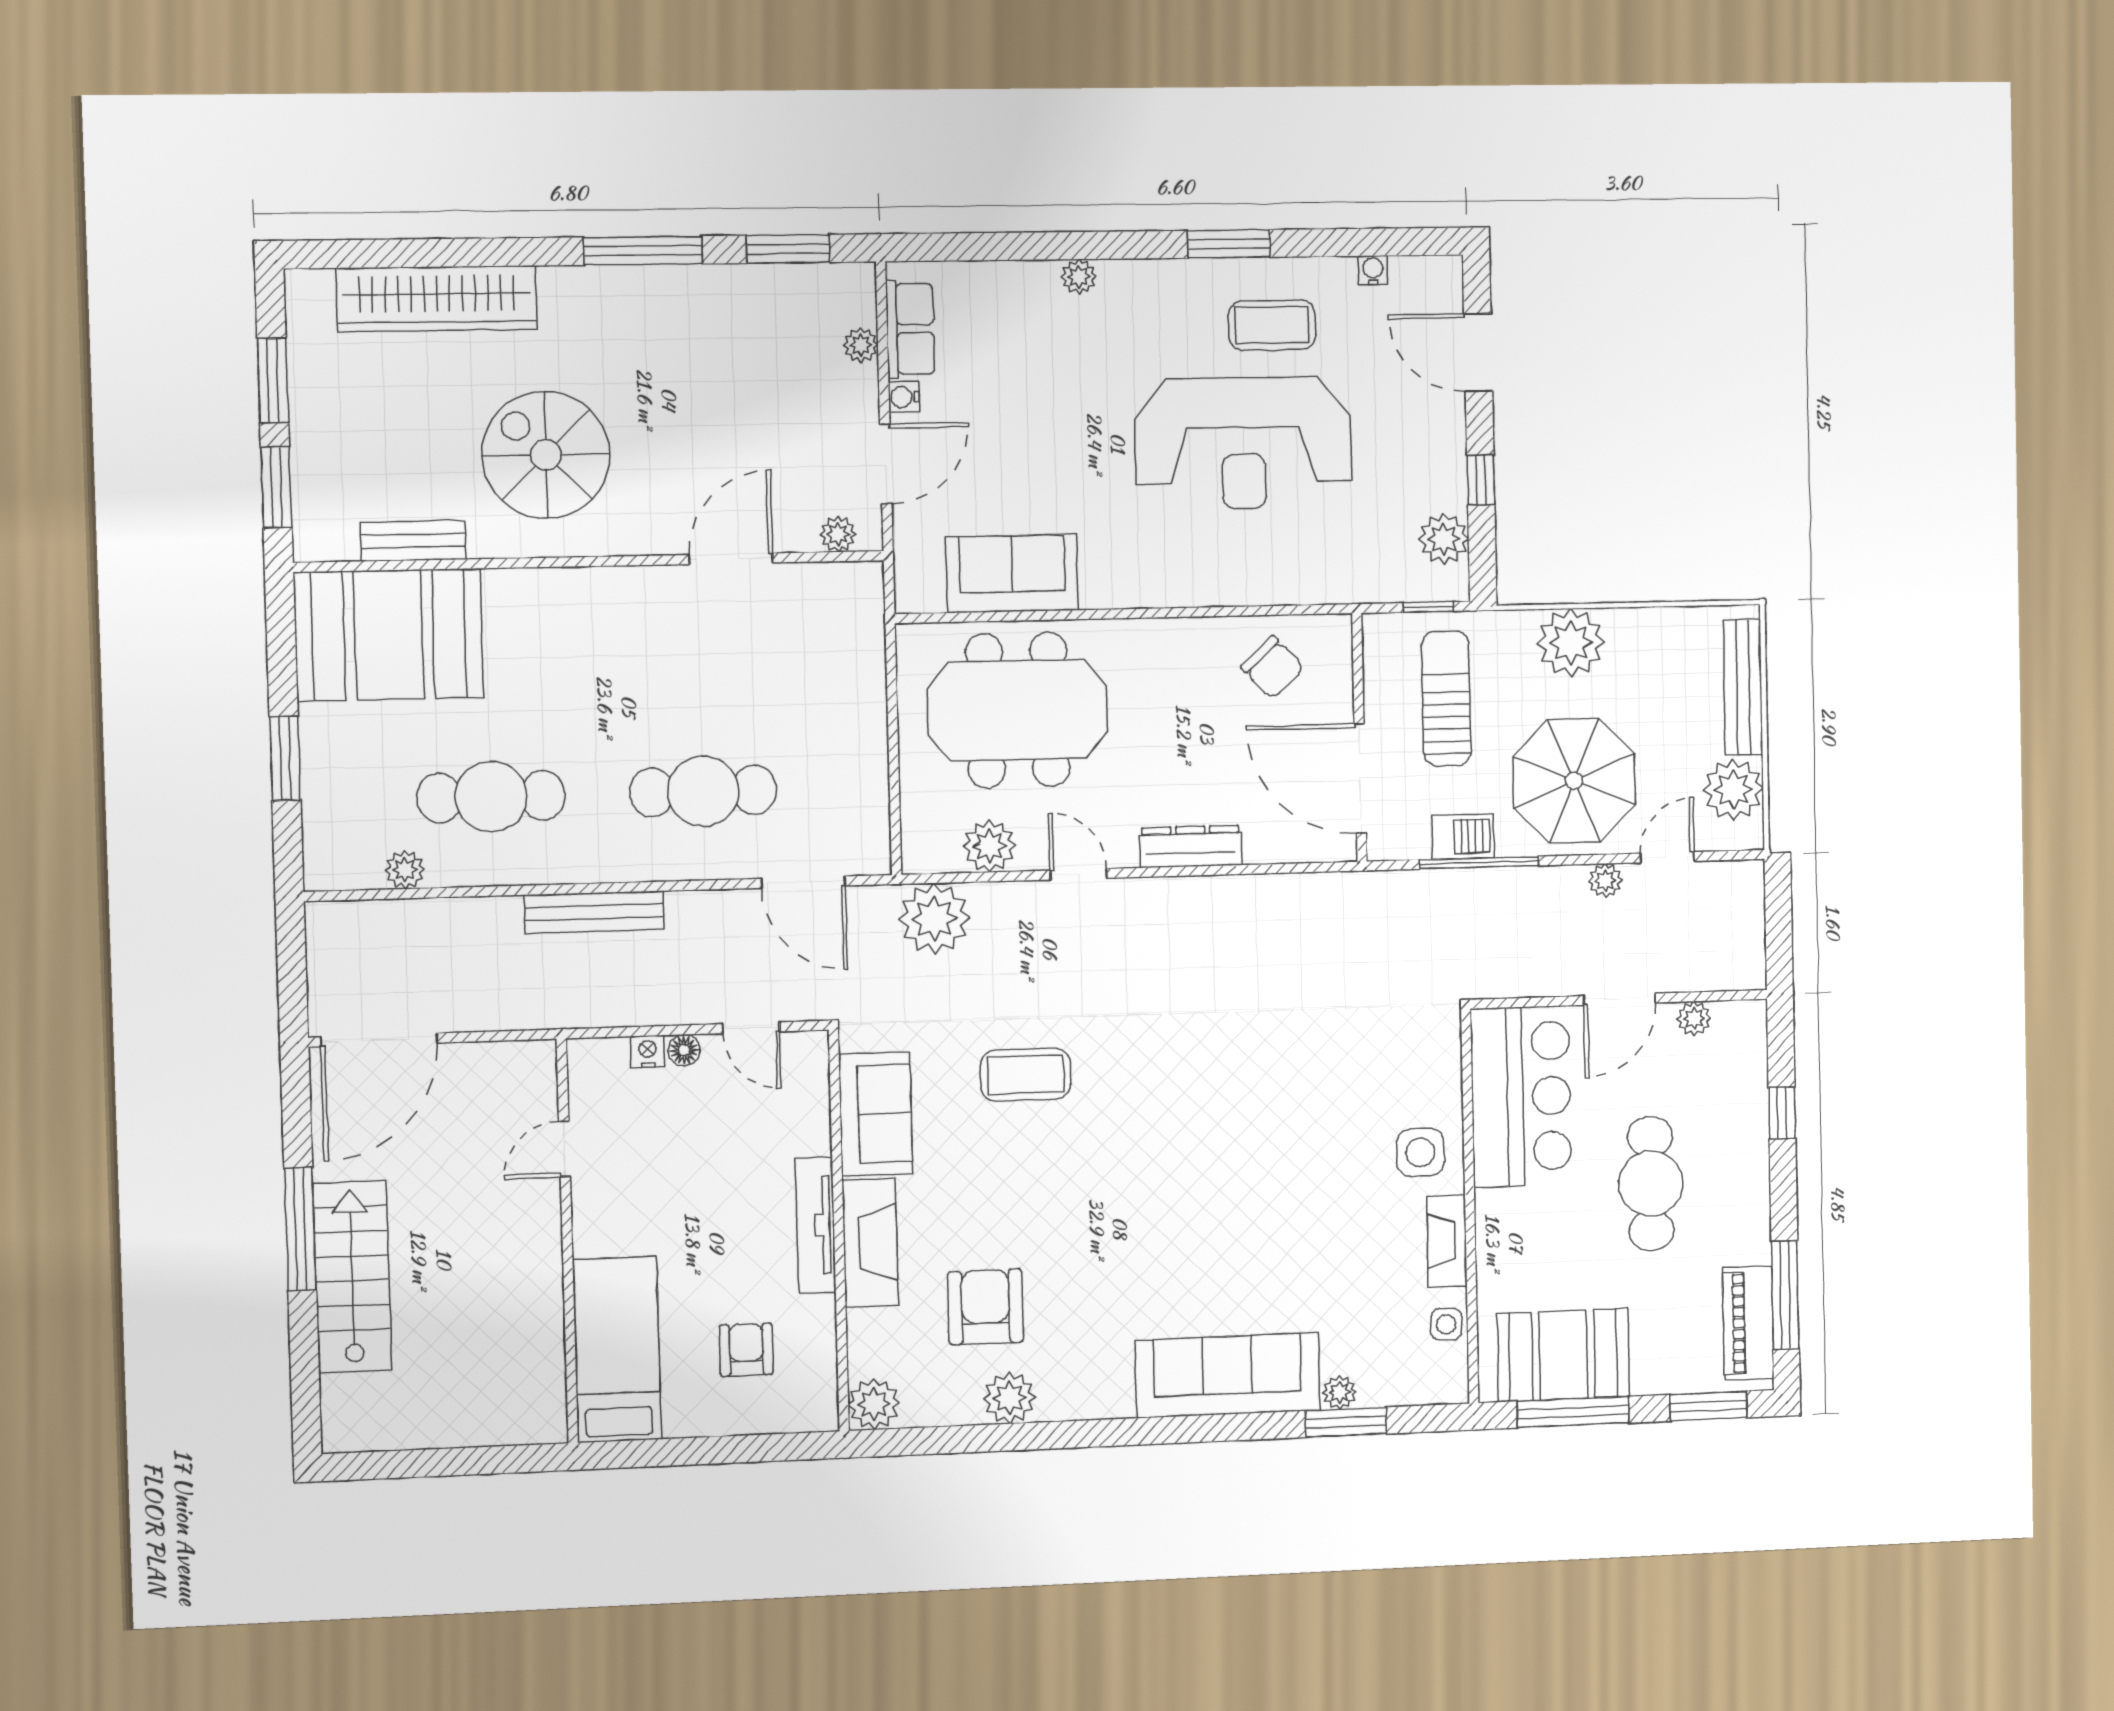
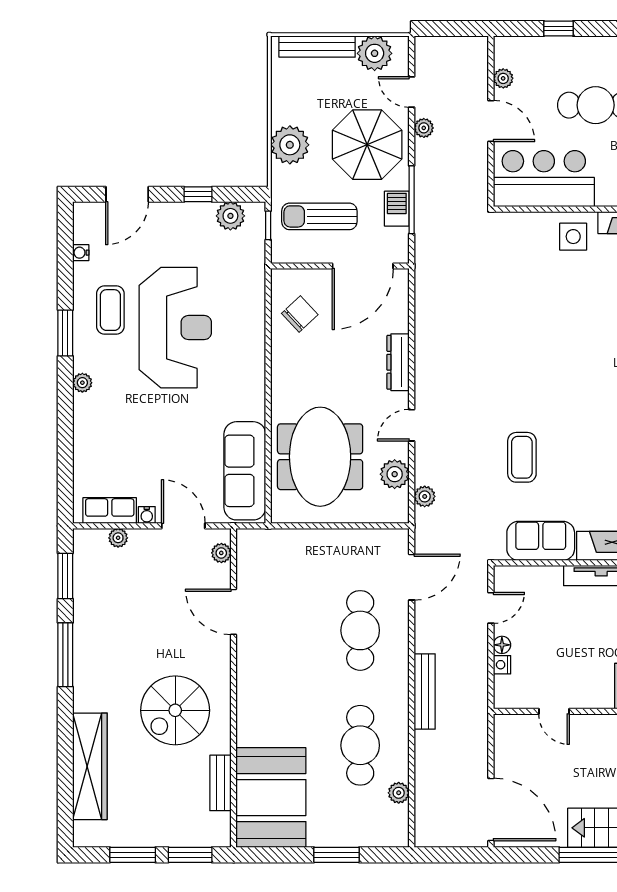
plant: (1079, 277) -> (82, 383), moved
sofa: (1012, 574) -> (245, 471), width x1.36
plant: (934, 919) -> (425, 496), width x0.53, depth x0.53

